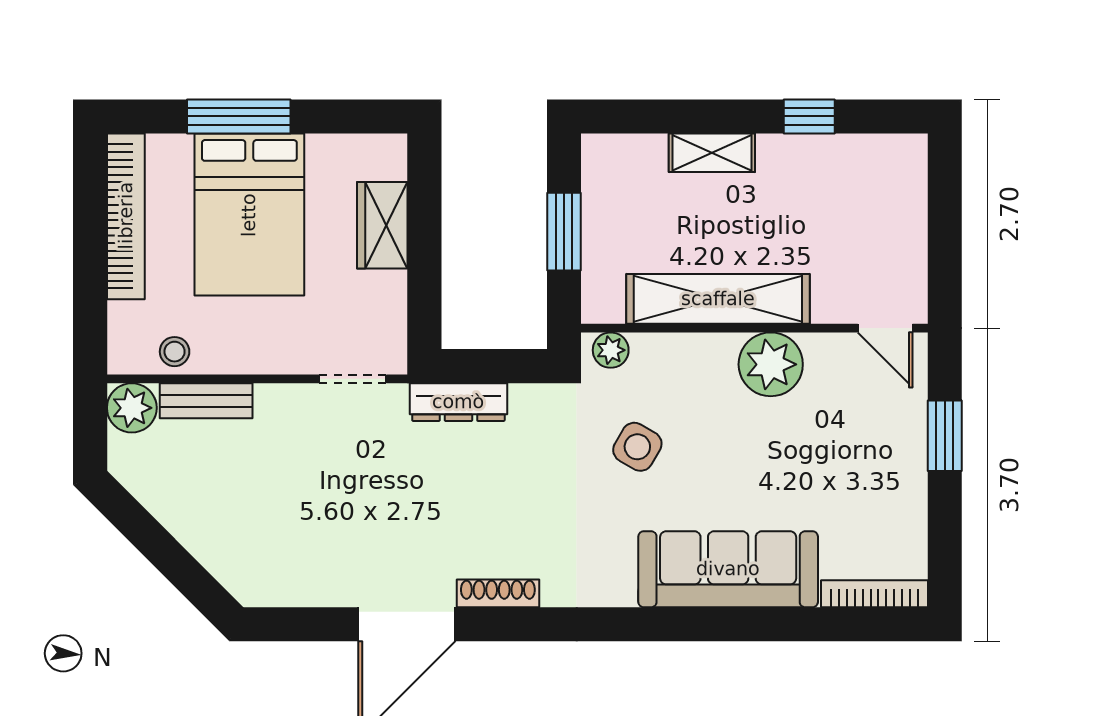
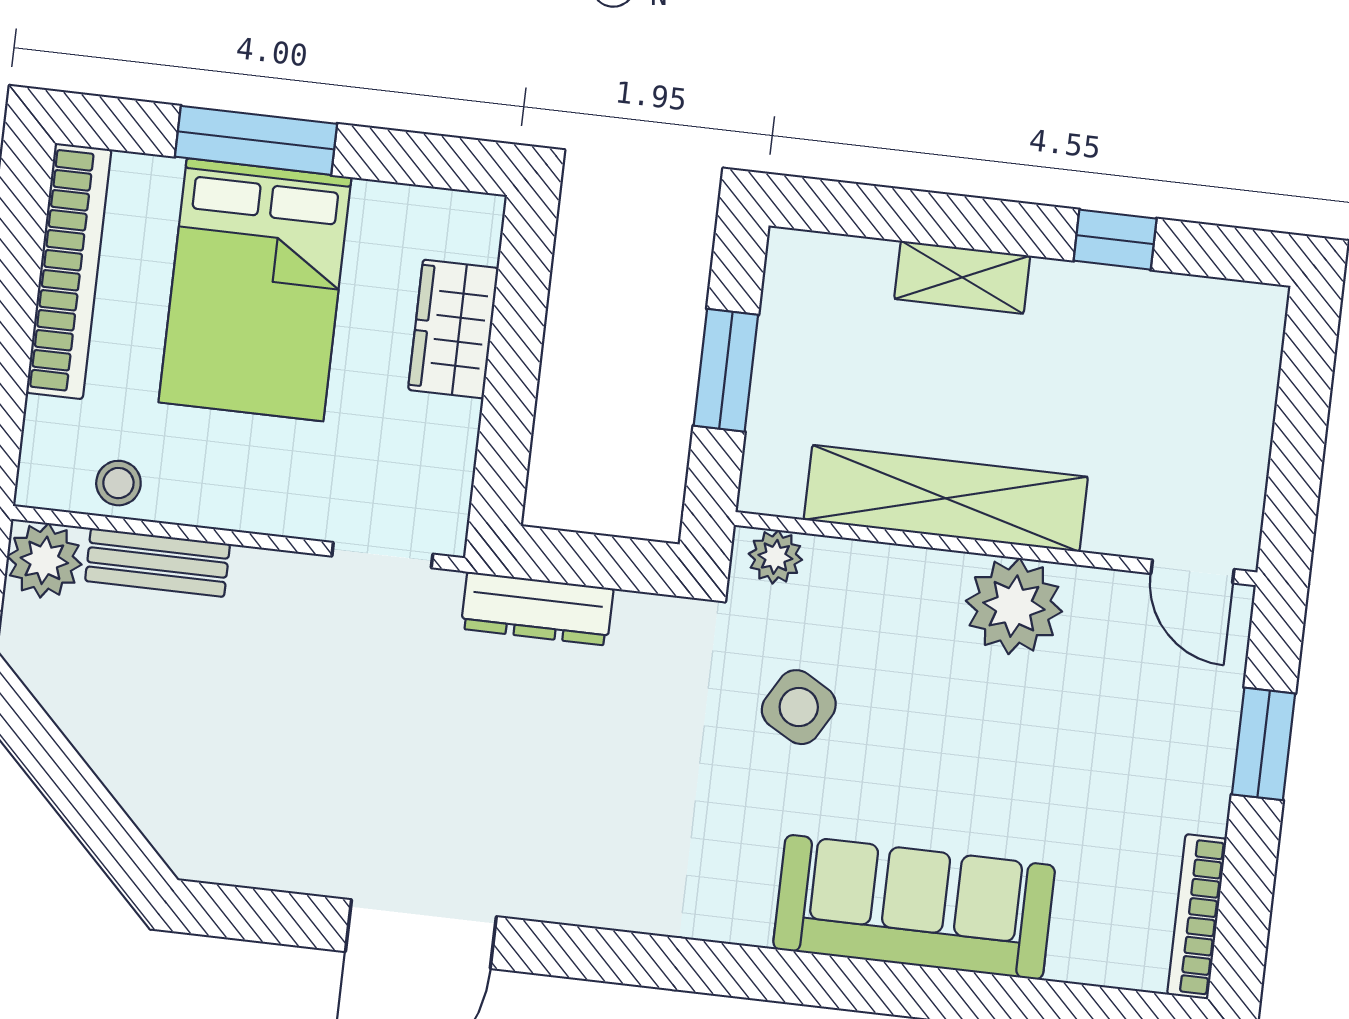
shoe rack: (498, 593) -> (563, 903), removed
bookcase: (875, 594) -> (1197, 917), moved, turned -90

